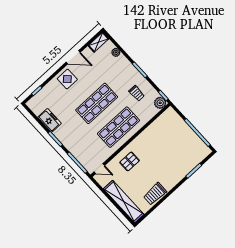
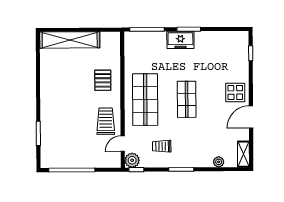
shop shelf: (97, 103) -> (187, 99), width x0.70, depth x0.74
freezer: (49, 120) -> (180, 40), moved
door: (99, 169) -> (123, 144), moved
trolley: (155, 194) -> (106, 121), moved

